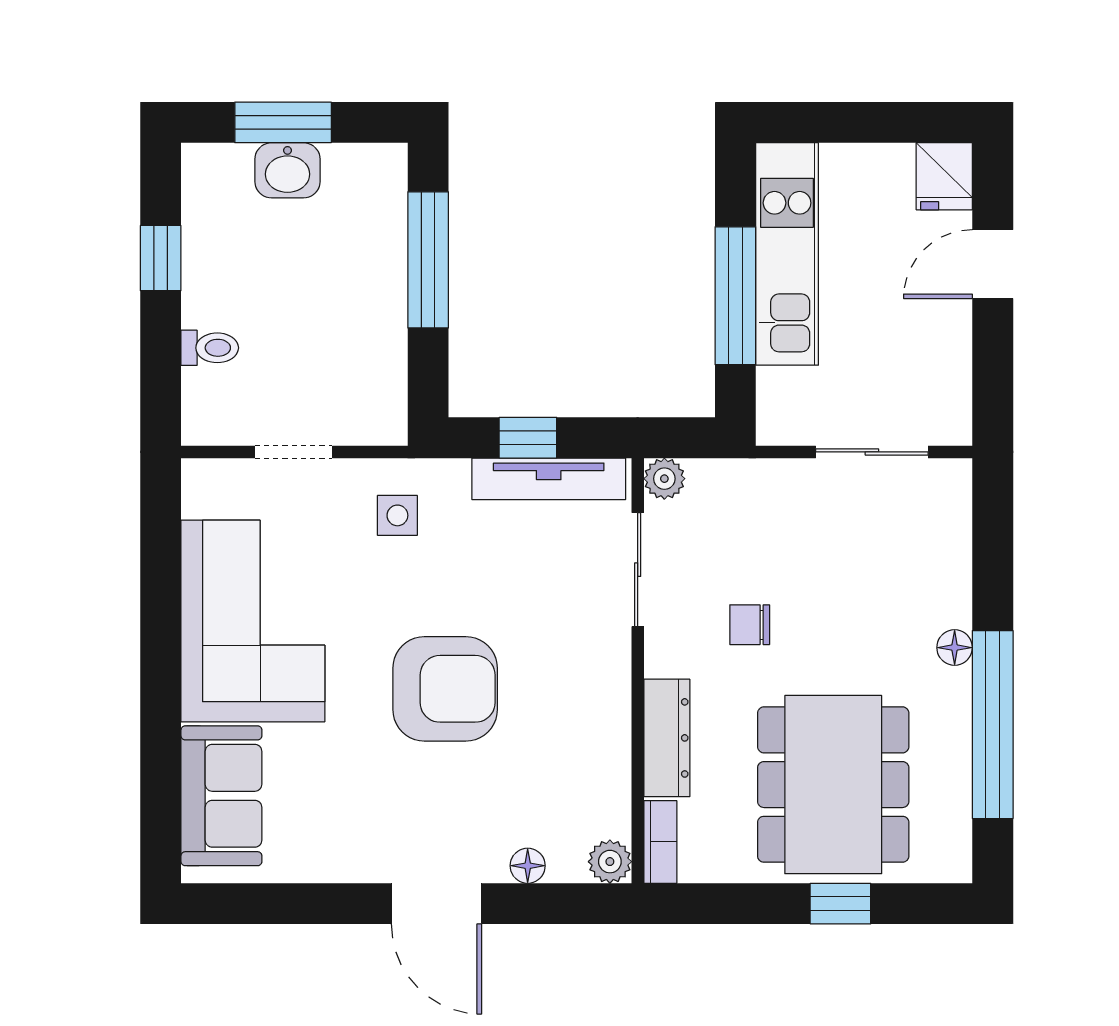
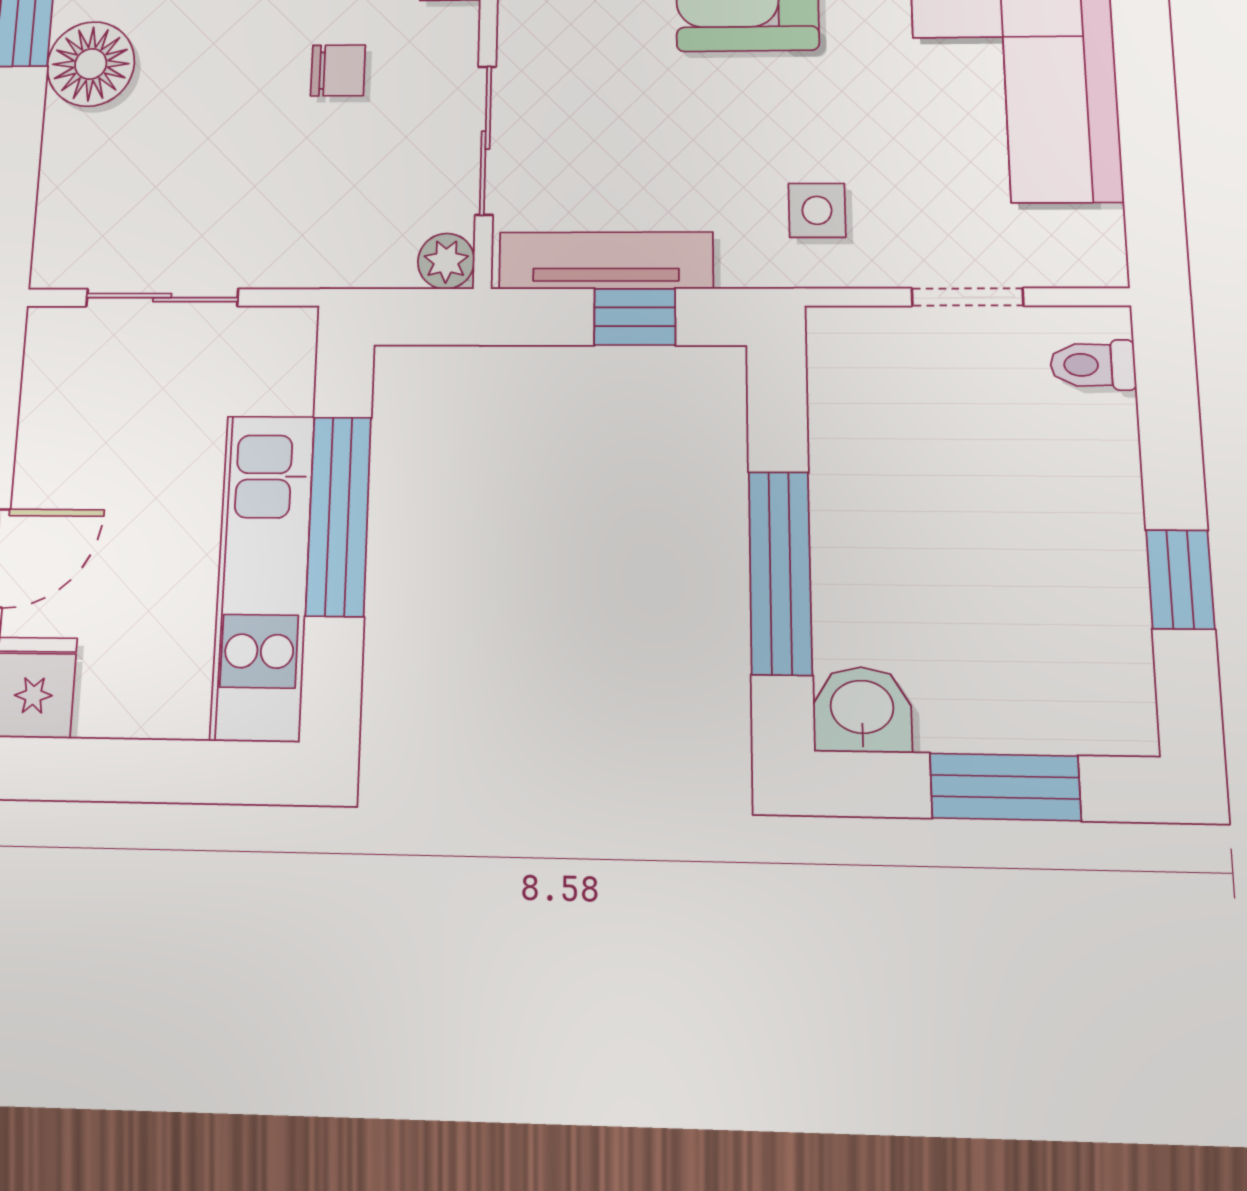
washbasin: (288, 170) -> (862, 709), moved
toilet: (210, 348) -> (1093, 365), moved
floor lamp: (955, 648) -> (91, 64), width x1.89, depth x1.89

